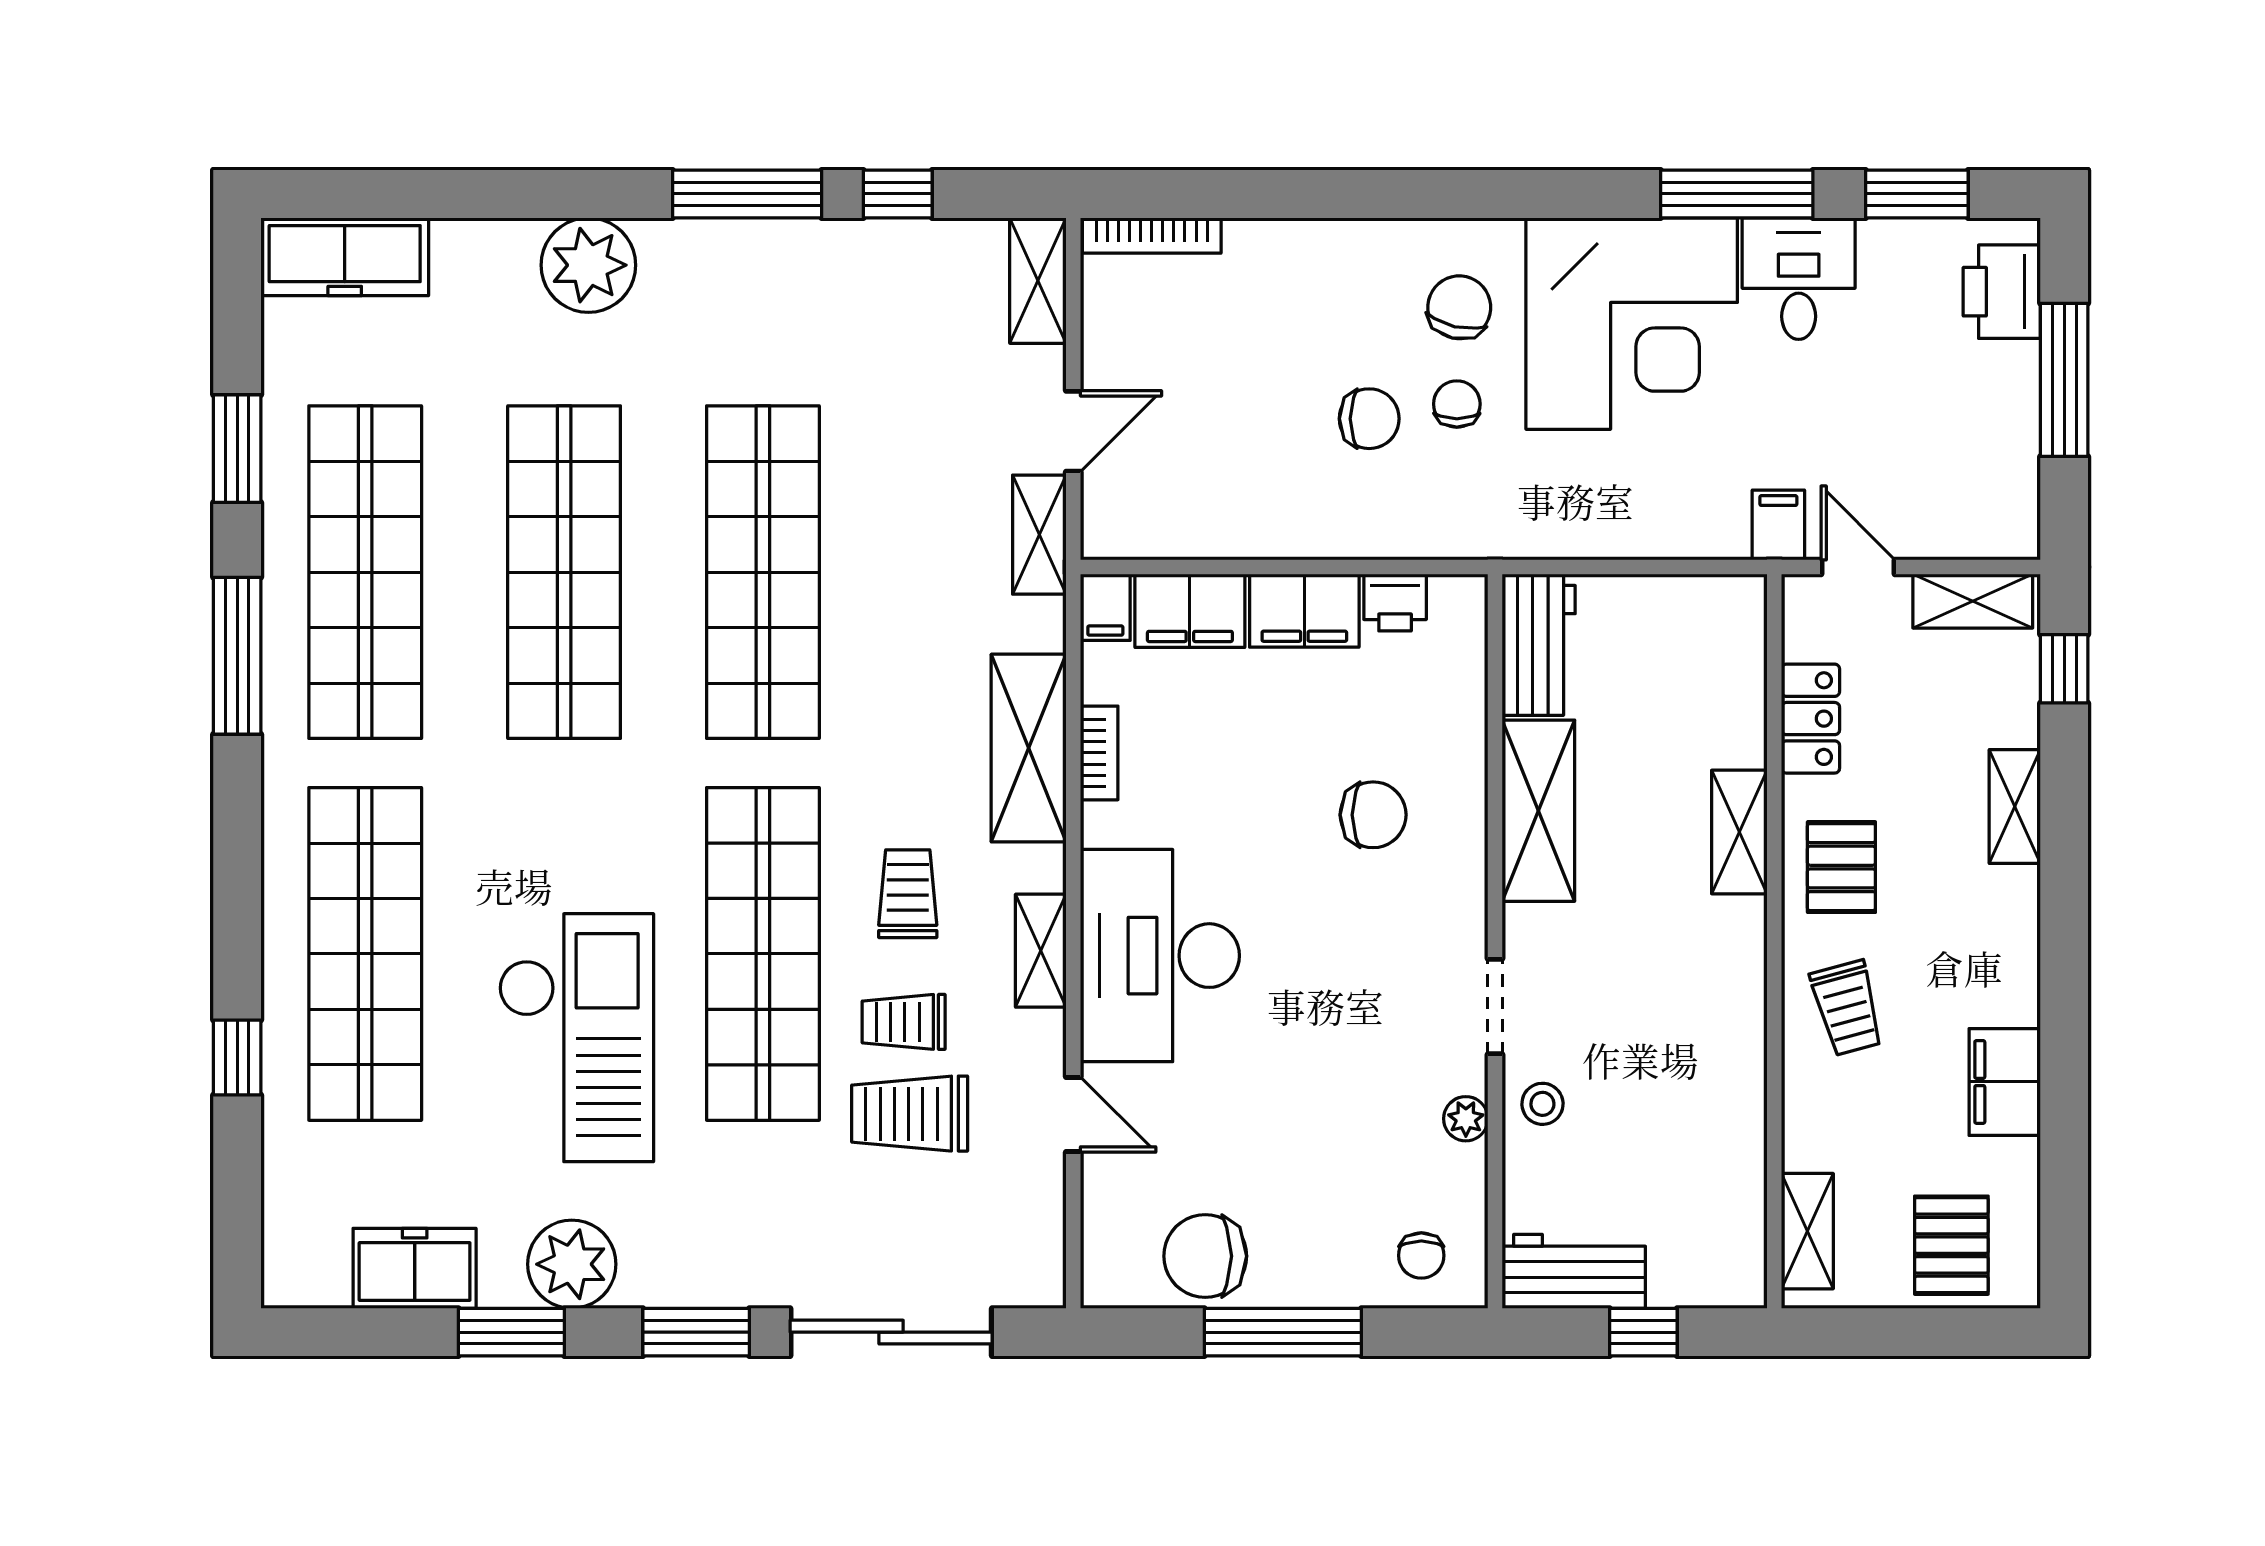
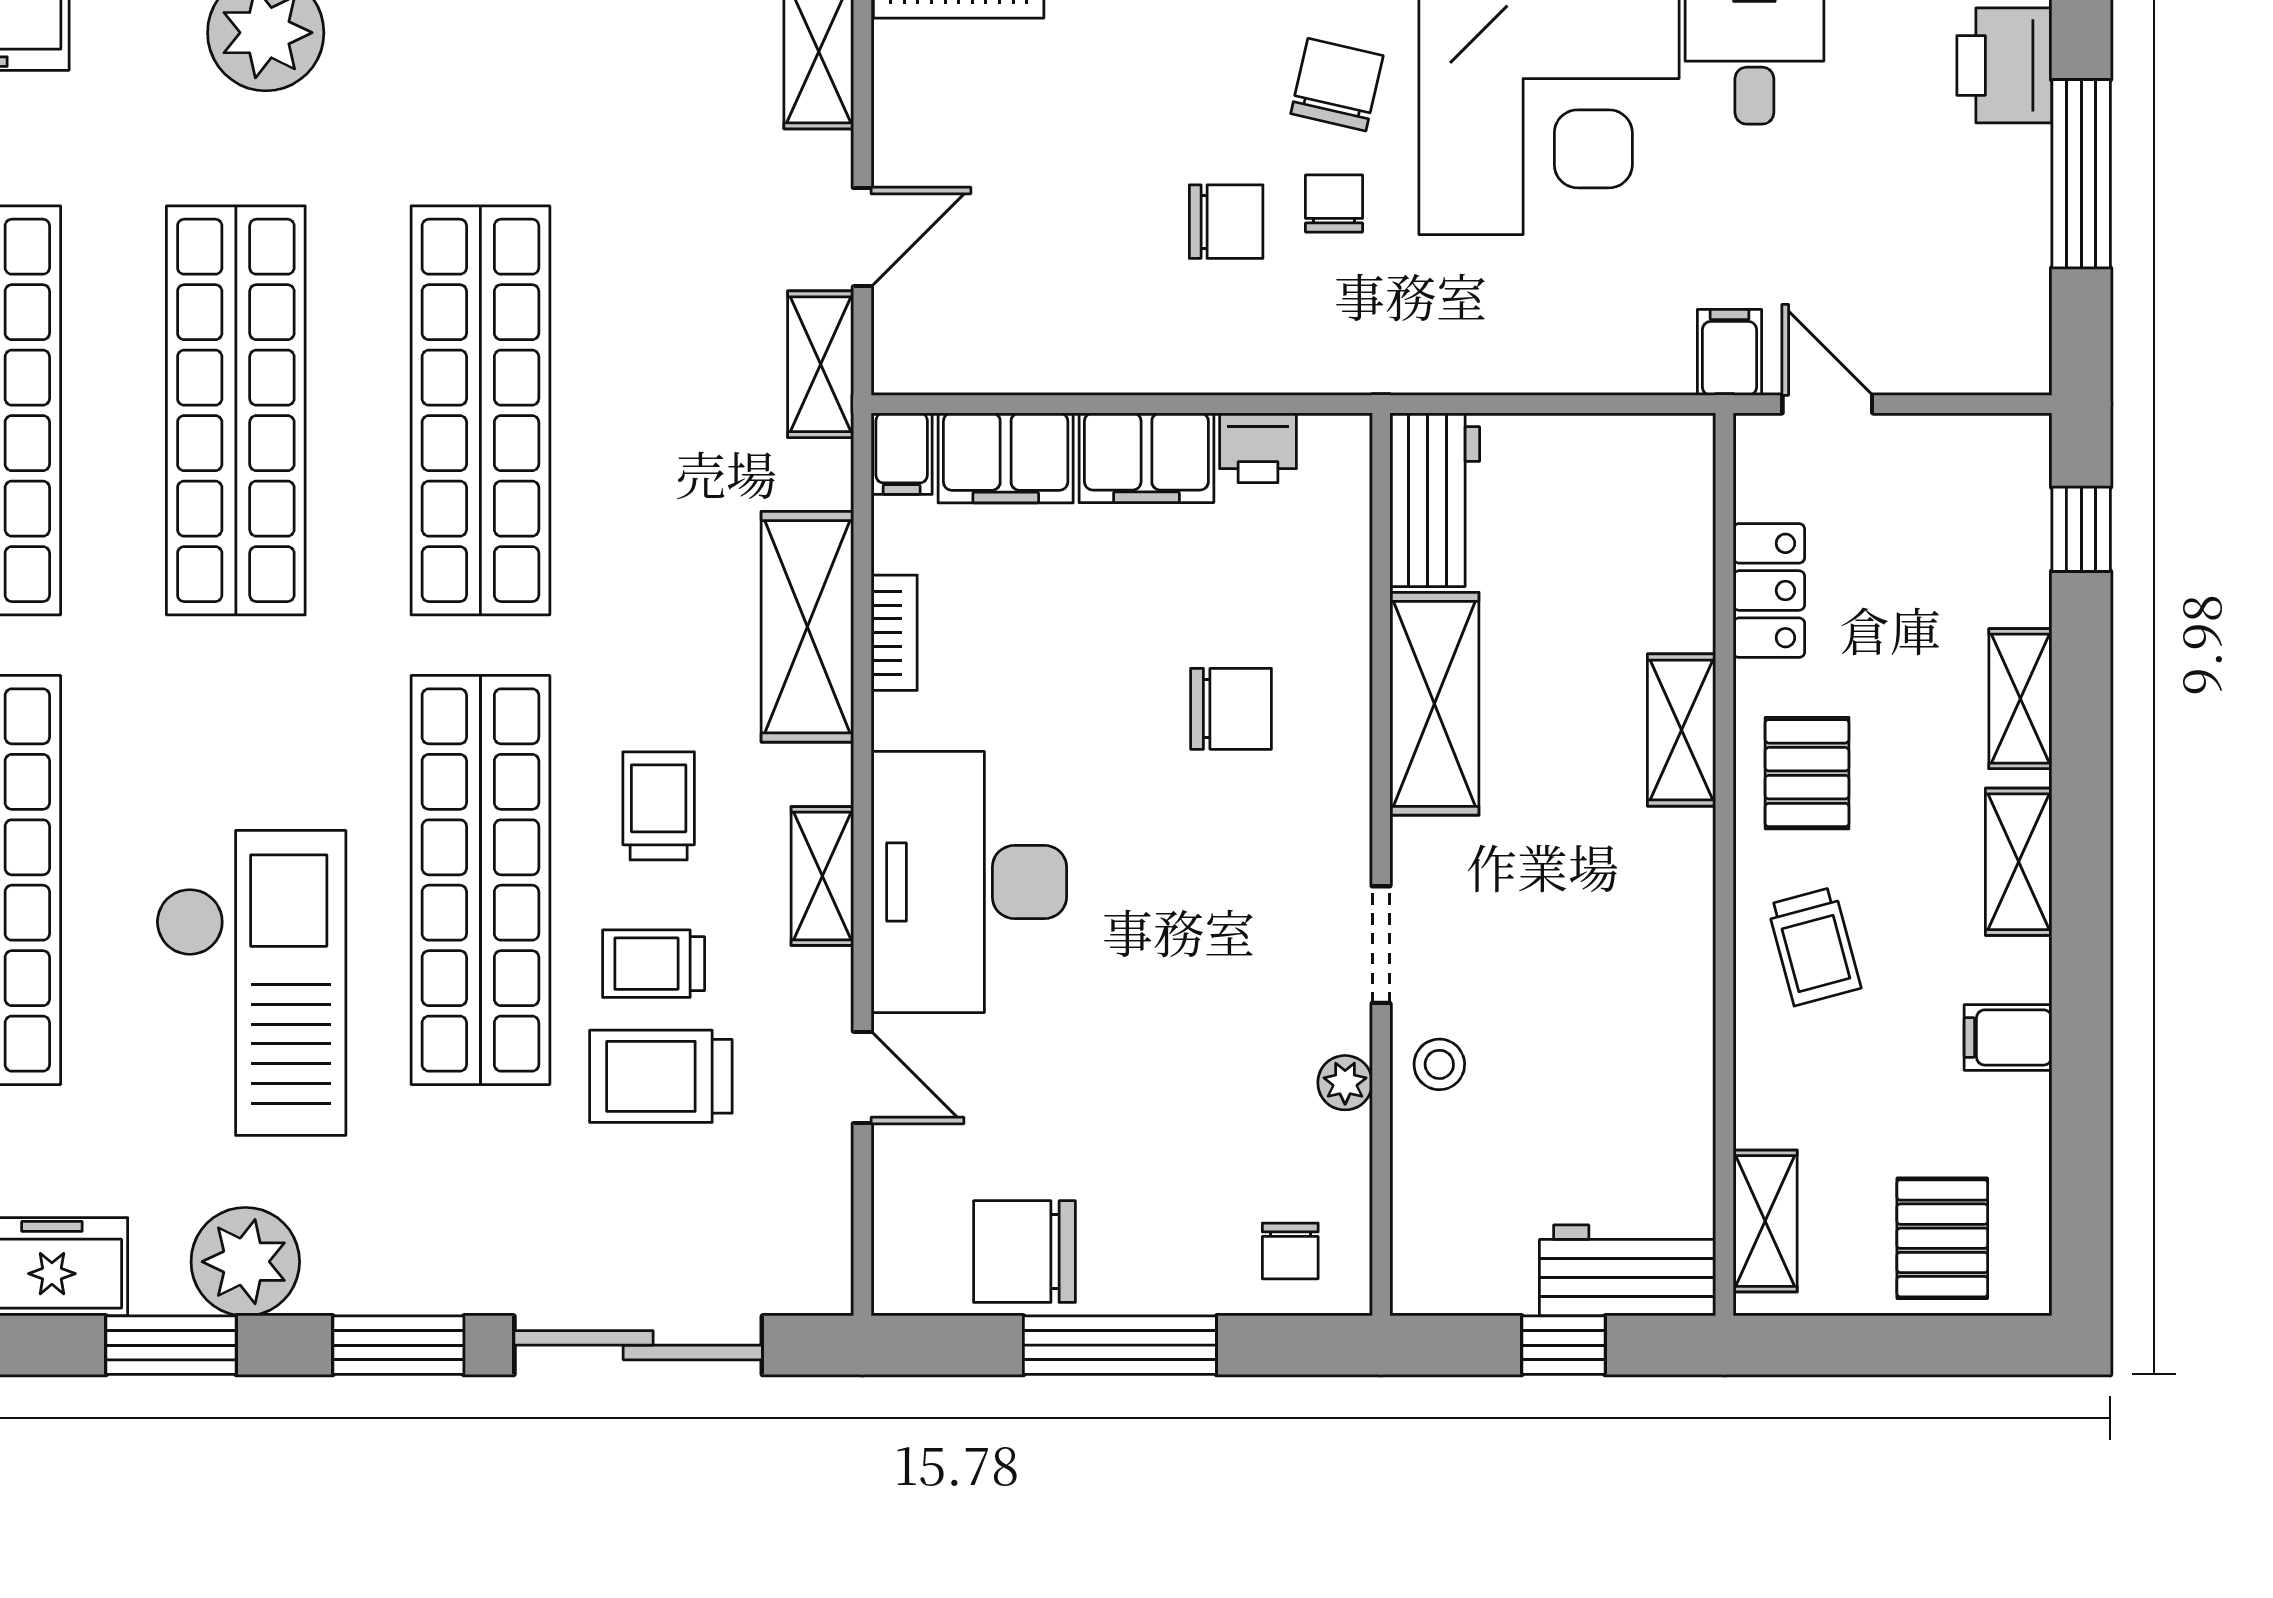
shelving: (1973, 601) -> (2019, 862), moved, turned 90
filing cabinet: (2005, 1082) -> (2008, 1037), width x0.50
workbench: (1574, 1271) -> (1628, 1270), moved

